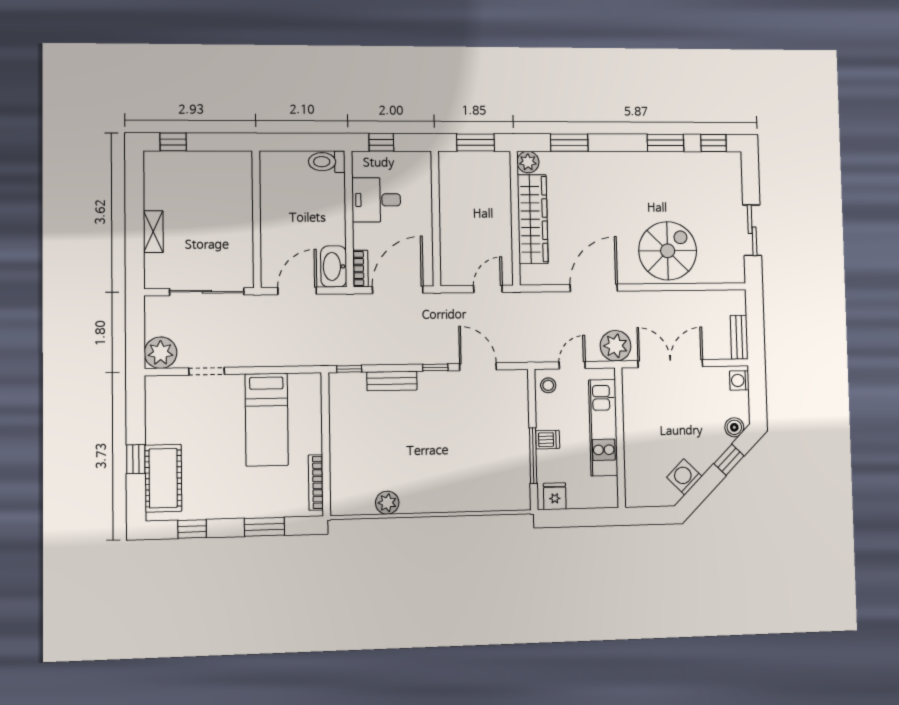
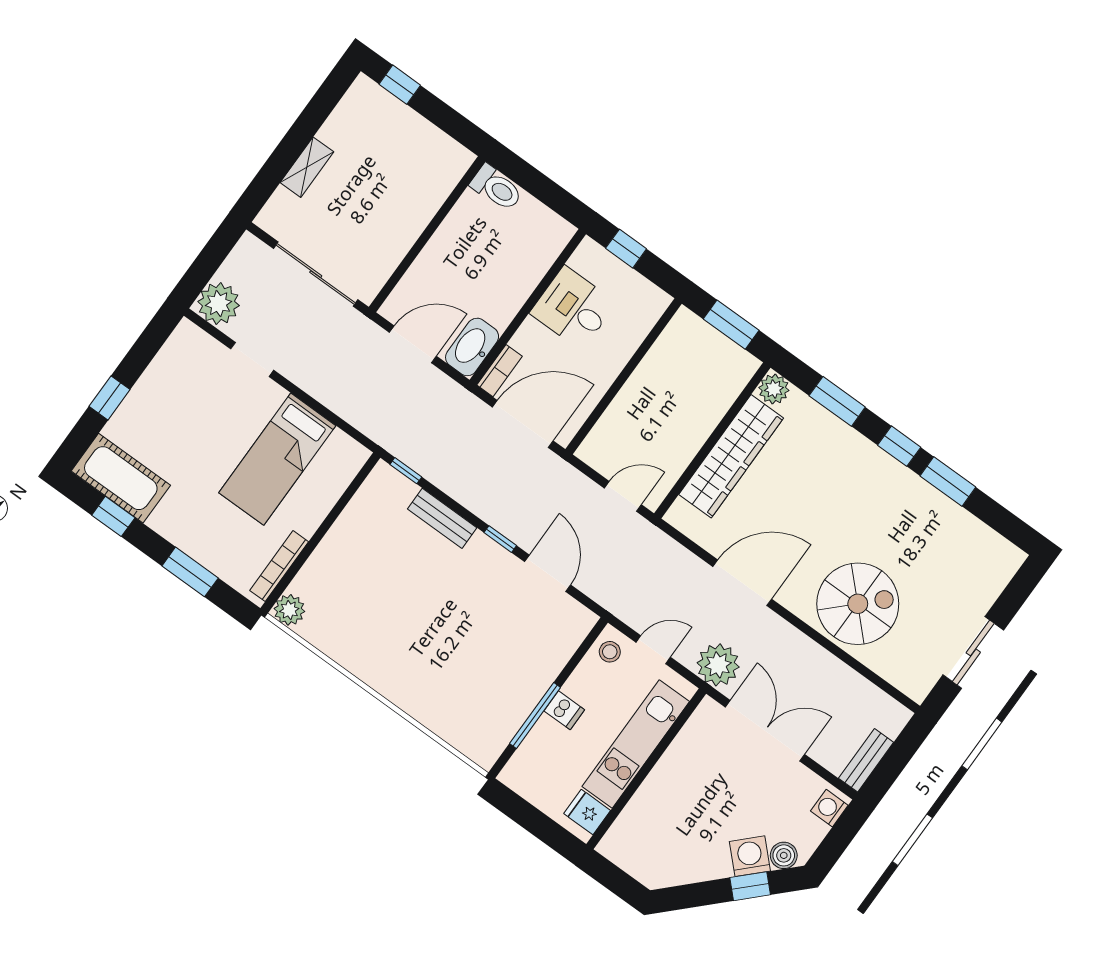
window: (713, 143) -> (899, 446), moved
toilet: (327, 162) -> (496, 188), moved, turned 180
washing machine: (684, 477) -> (750, 856), moved
cot: (163, 478) -> (121, 478), moved, turned 90
fridge: (555, 496) -> (587, 812), moved, turned -90
plant: (387, 503) -> (289, 610), moved

